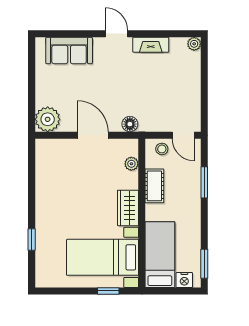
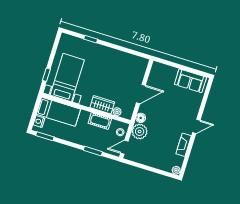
sofa: (69, 50) -> (190, 81), moved, turned -90
plant: (48, 119) -> (140, 132), moved
wardrobe: (128, 208) -> (102, 105), moved

